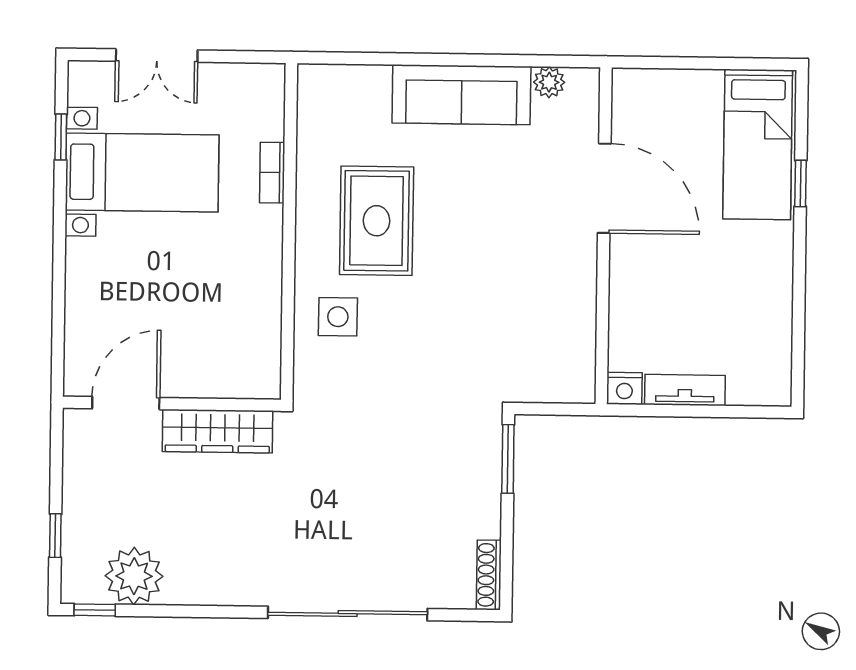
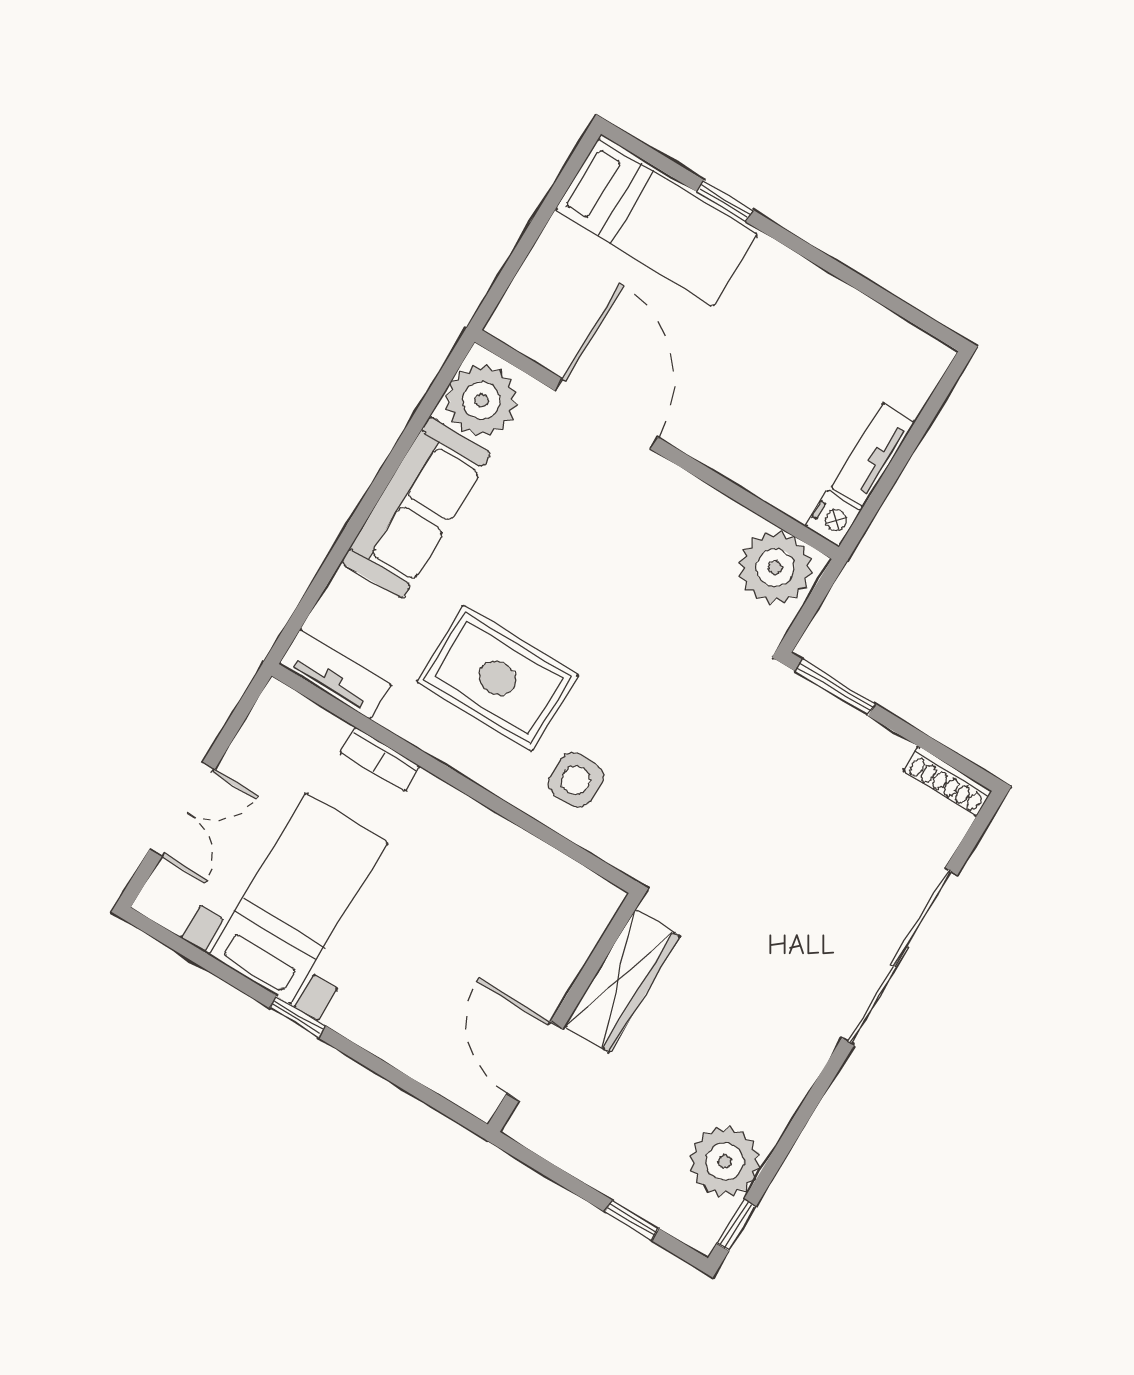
plant: (549, 82) -> (481, 400), width x1.88, depth x1.88
tv unit: (313, 106) -> (335, 674), added
window: (61, 137) -> (297, 1017), moved
door: (604, 188) -> (606, 414), hinge flipped
plant: (567, 368) -> (775, 568), added

